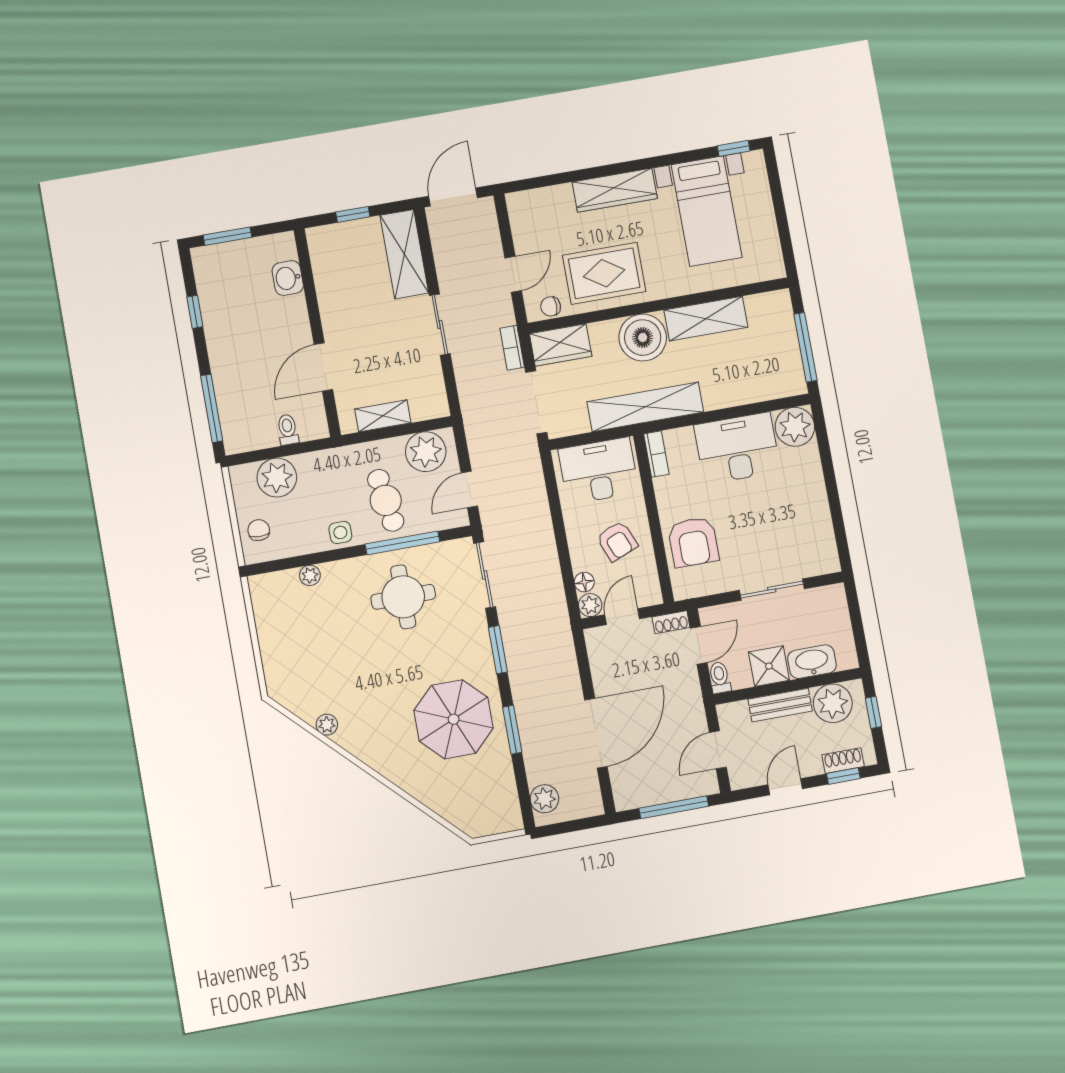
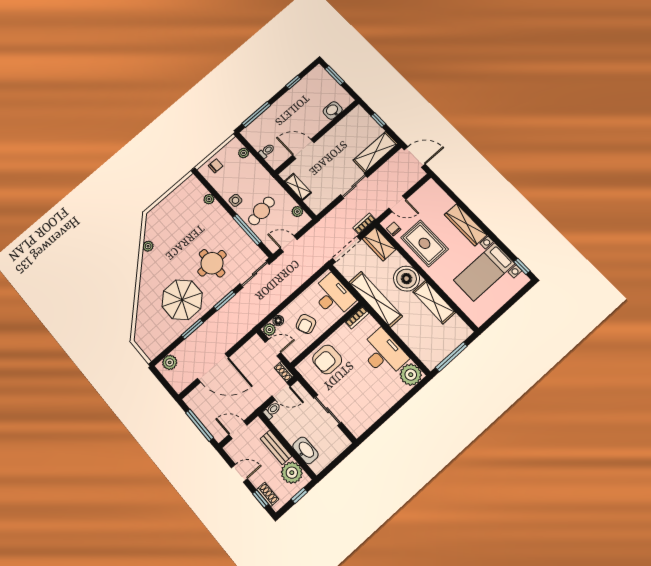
plant: (426, 452) -> (297, 212), width x0.53, depth x0.53
plant: (277, 478) -> (244, 153), width x0.53, depth x0.53
round table: (403, 597) -> (212, 263), moved
shower: (769, 666) -> (291, 431), removed

